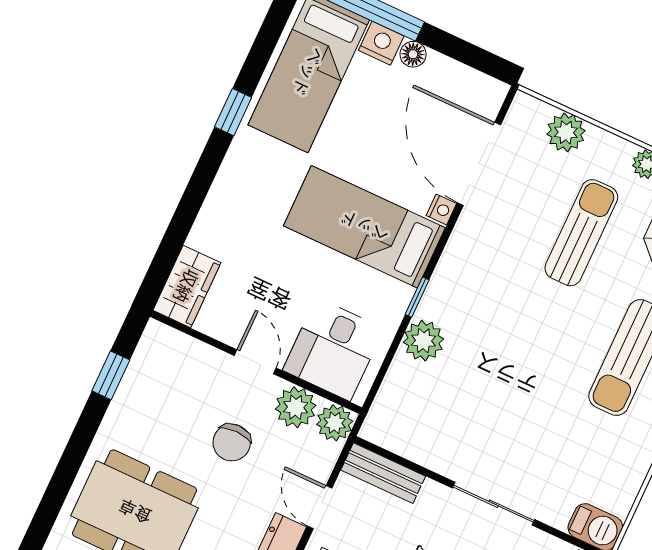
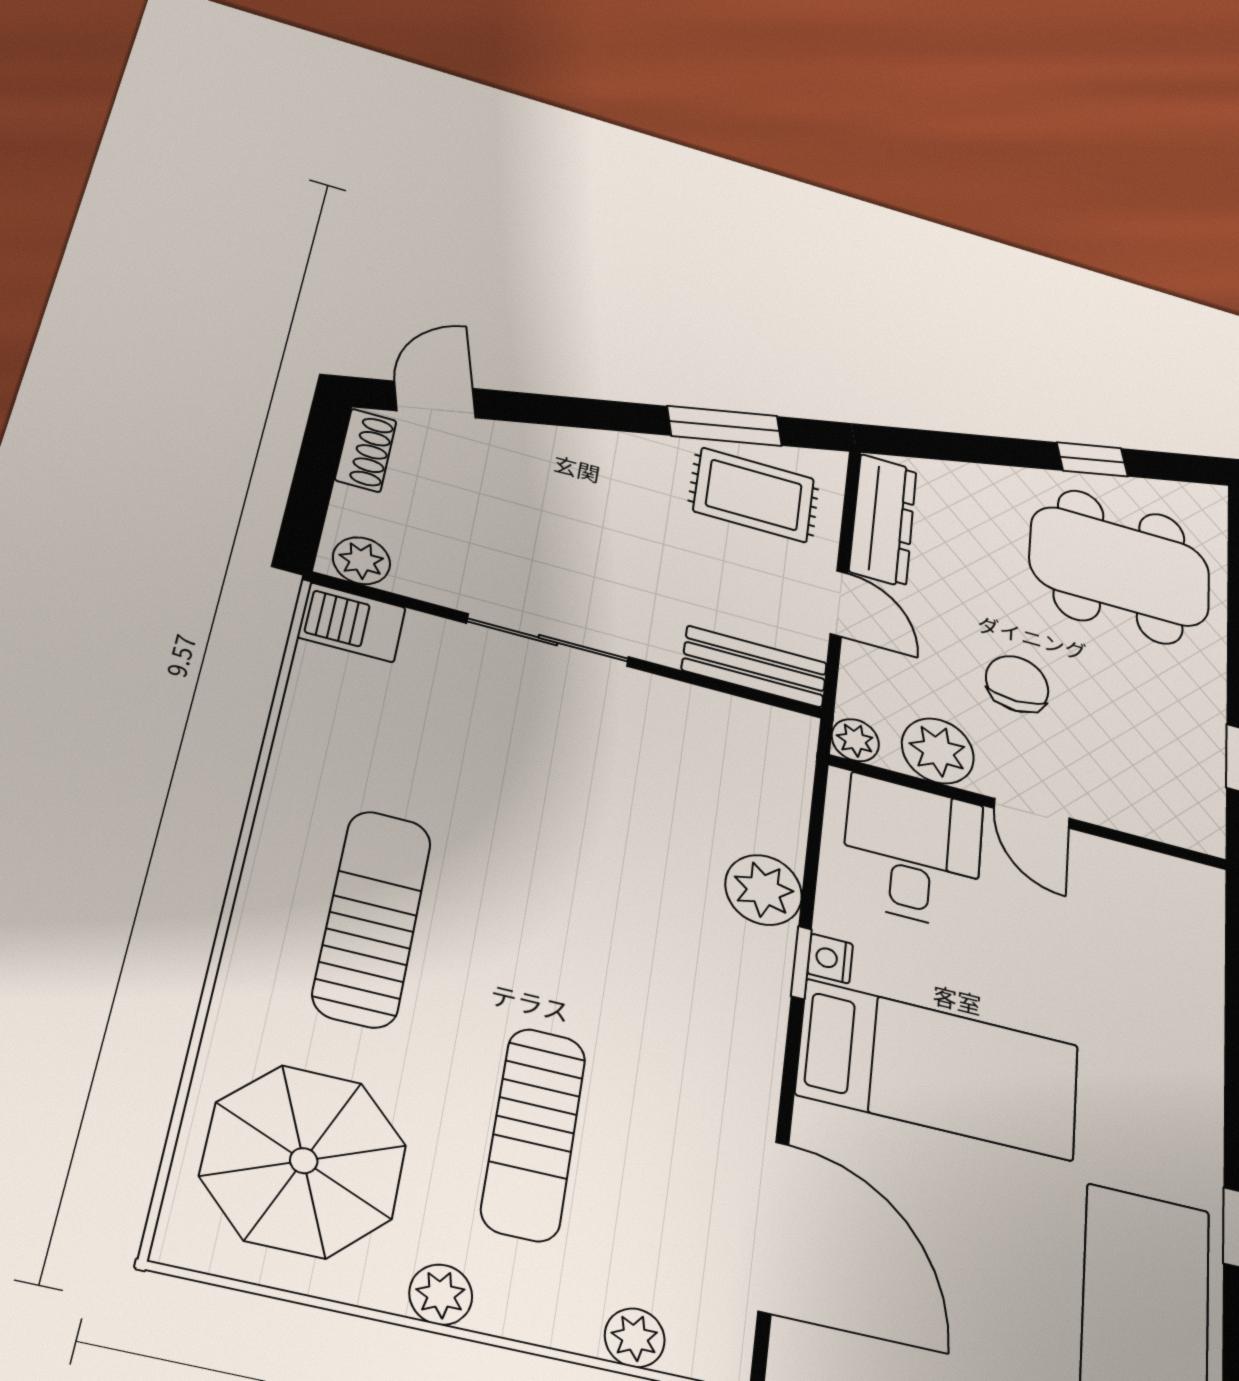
plant: (566, 132) -> (635, 1338), width x0.73, depth x0.73
nightstand: (441, 209) -> (830, 959), moved
wardrobe: (187, 286) -> (1190, 917), removed
plant: (335, 423) -> (855, 740), width x0.73, depth x0.73

